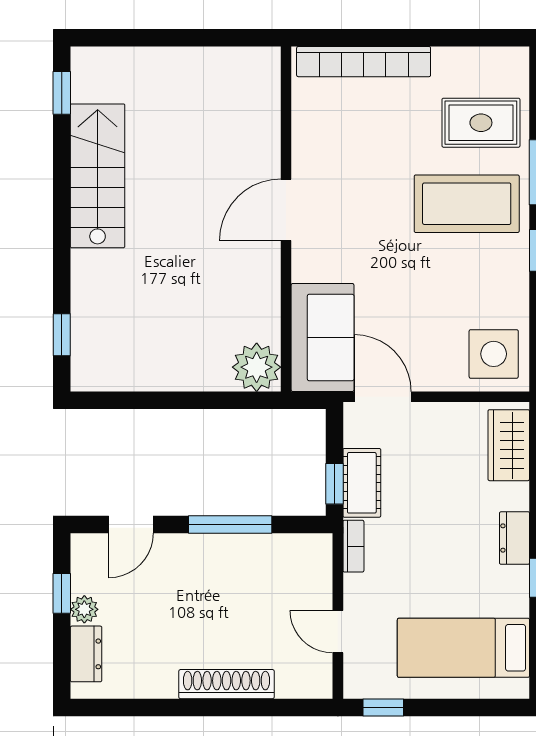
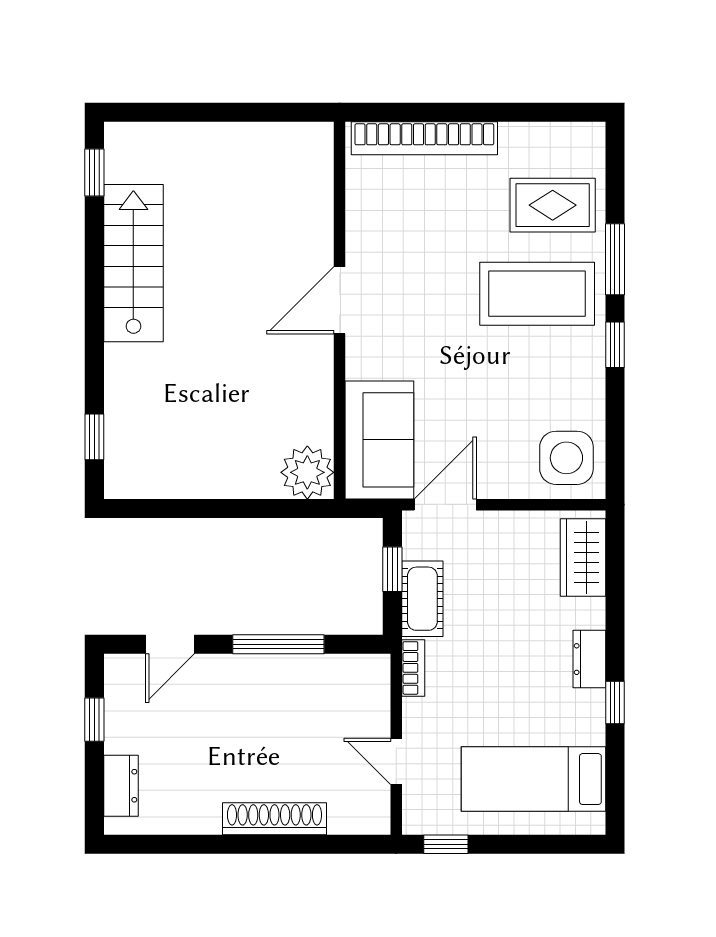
door: (383, 397) -> (445, 505), hinge flipped
window: (334, 484) -> (392, 569), moved
plant: (84, 609) -> (119, 737), removed

